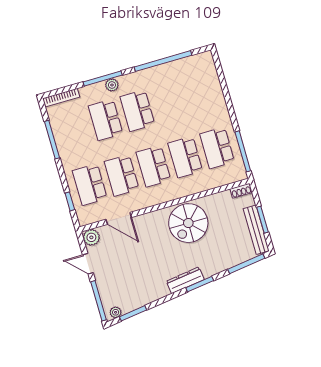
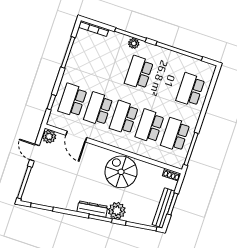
school desk: (106, 120) -> (190, 90), moved
spiral stairs: (188, 223) -> (121, 172), turned 90
plant: (116, 312) -> (117, 211), moved, width x1.87, depth x1.87

